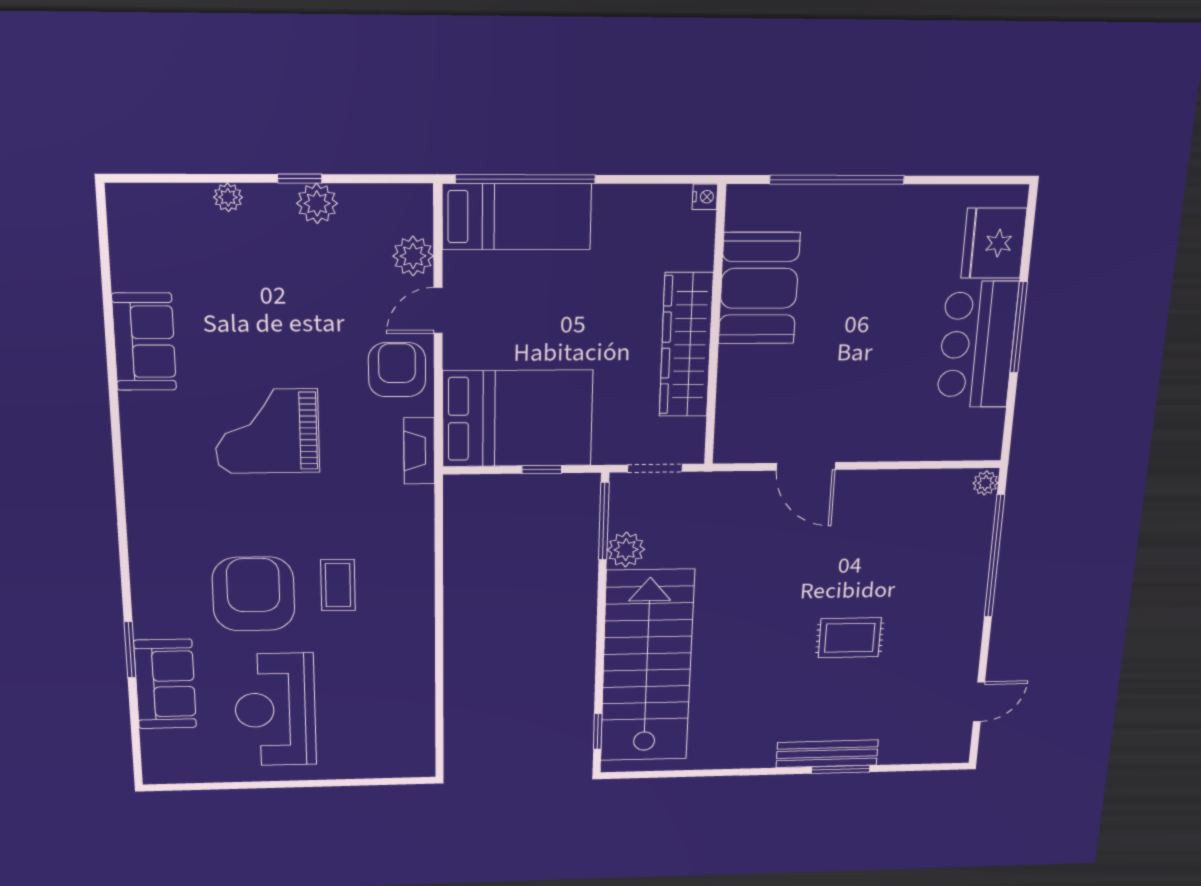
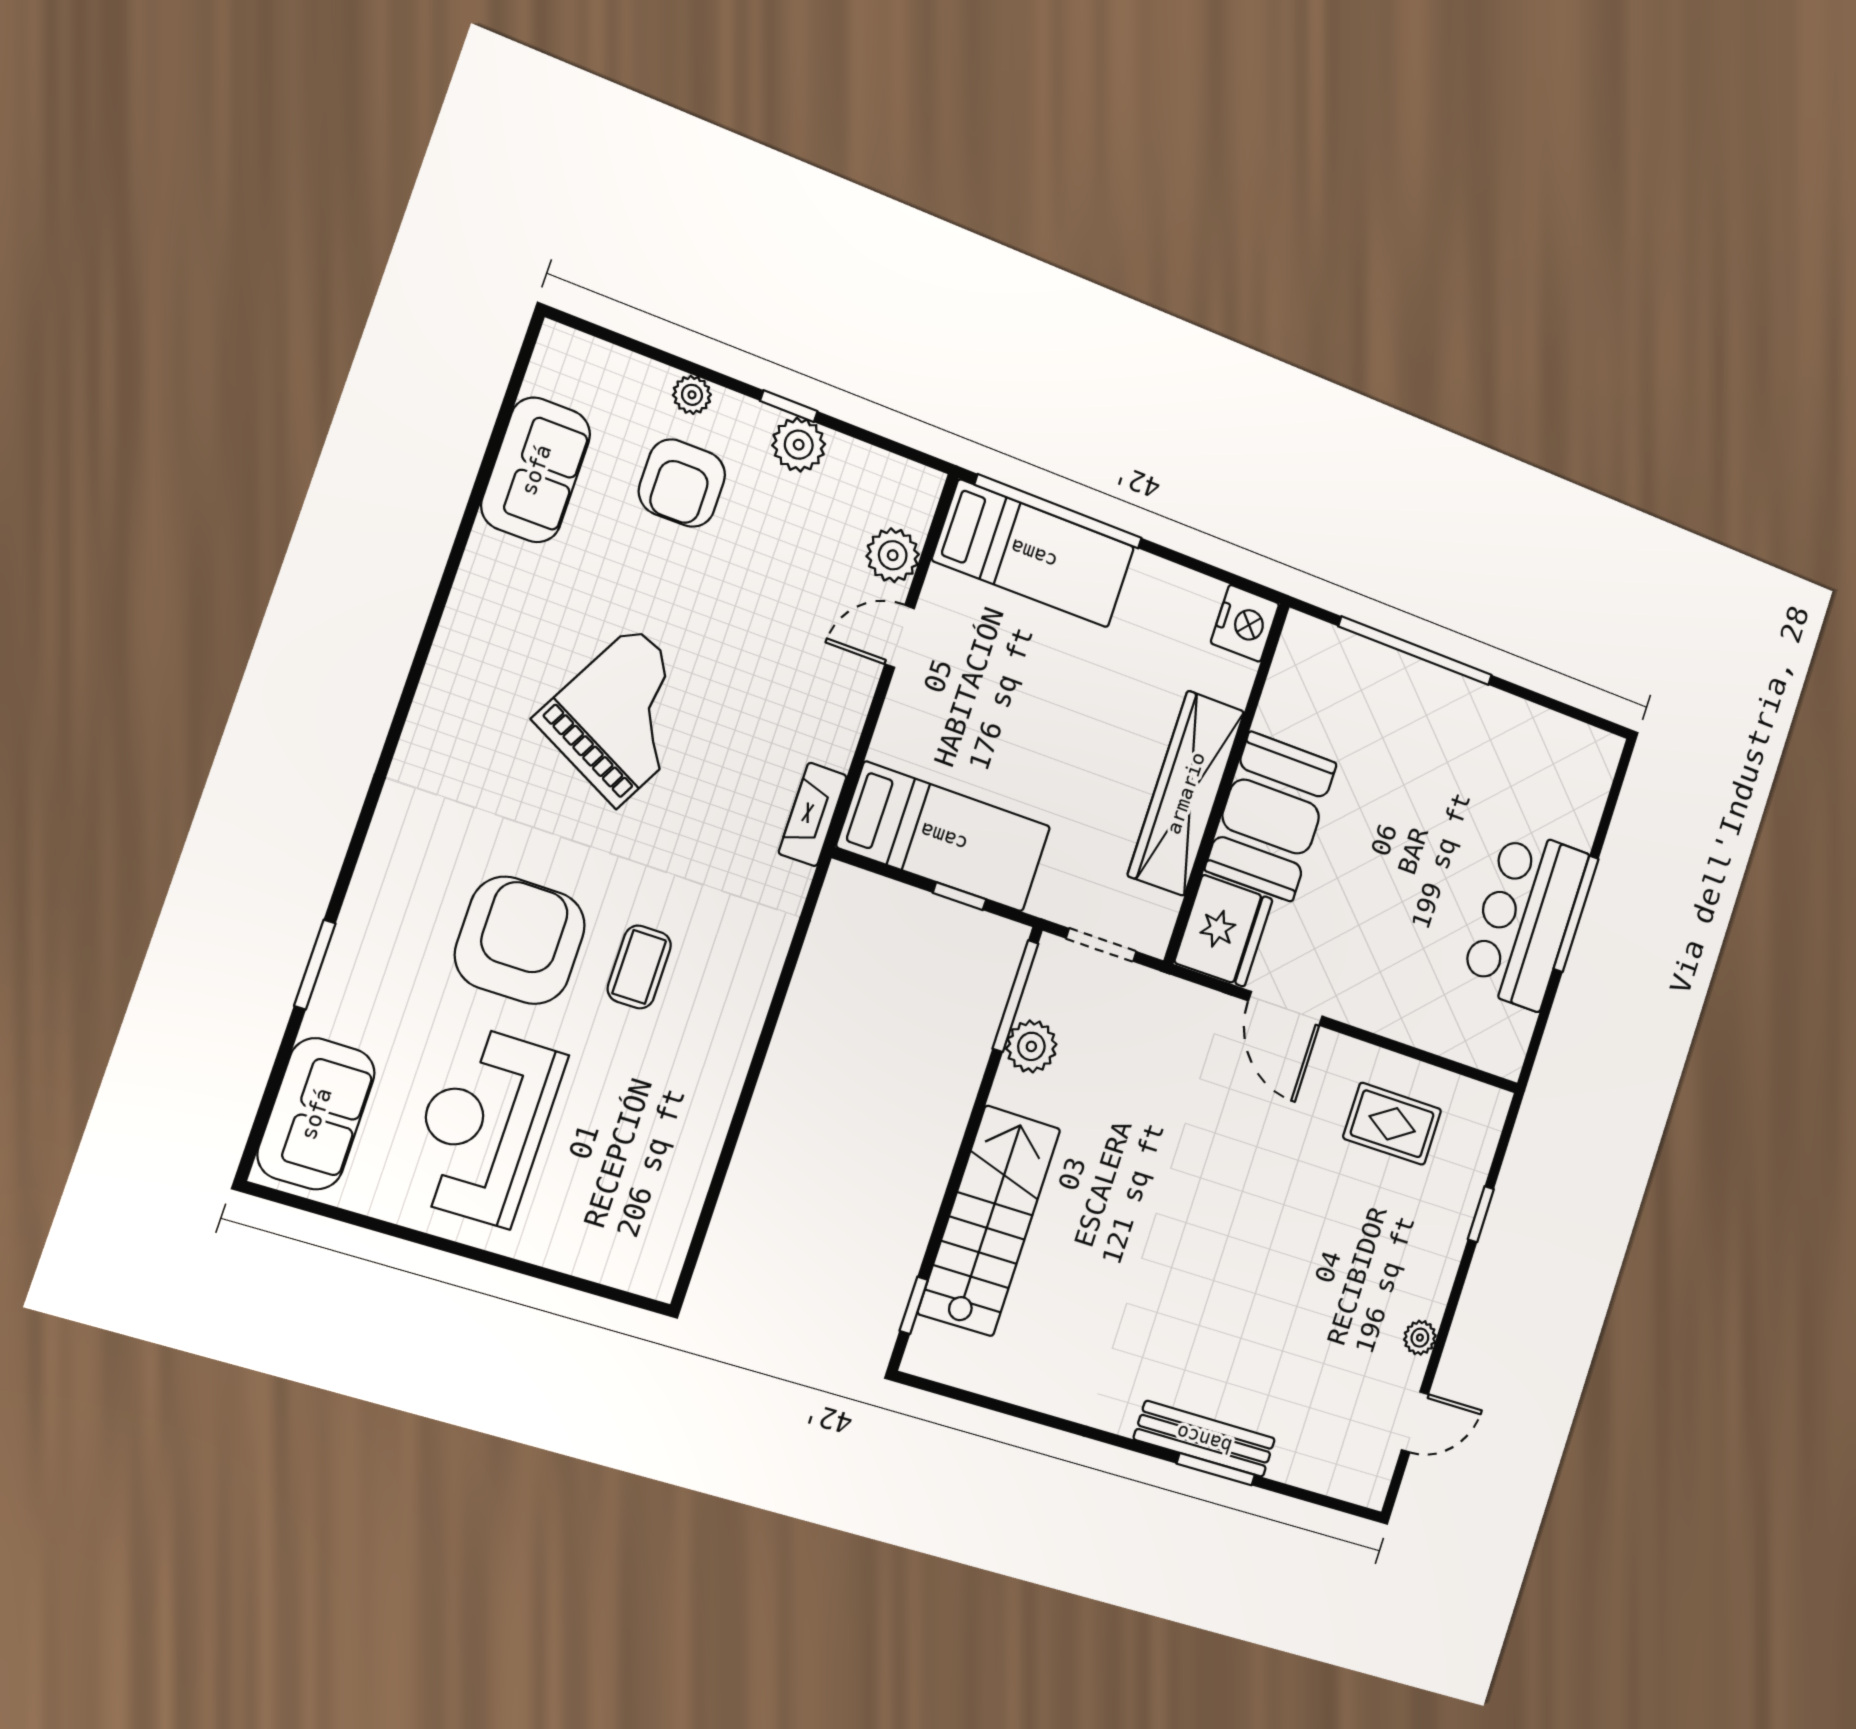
nightstand: (705, 197) -> (1245, 623), width x1.89, depth x1.79
fridge: (994, 243) -> (1224, 931), moved, turned 180
booth: (759, 288) -> (1271, 817), moved
sofa: (144, 342) -> (536, 470), moved
armchair: (397, 370) -> (682, 483), moved, turned 180
bed: (517, 418) -> (944, 837), width x0.67
grand piano: (267, 431) -> (626, 716), turned 118
plant: (985, 483) -> (1420, 1338), moved
window: (994, 556) -> (1481, 1214), width x0.32
rug: (850, 638) -> (1392, 1124), moved
stairs: (647, 666) -> (989, 1221), width x0.73, depth x0.66
sofa: (165, 684) -> (316, 1114), moved

